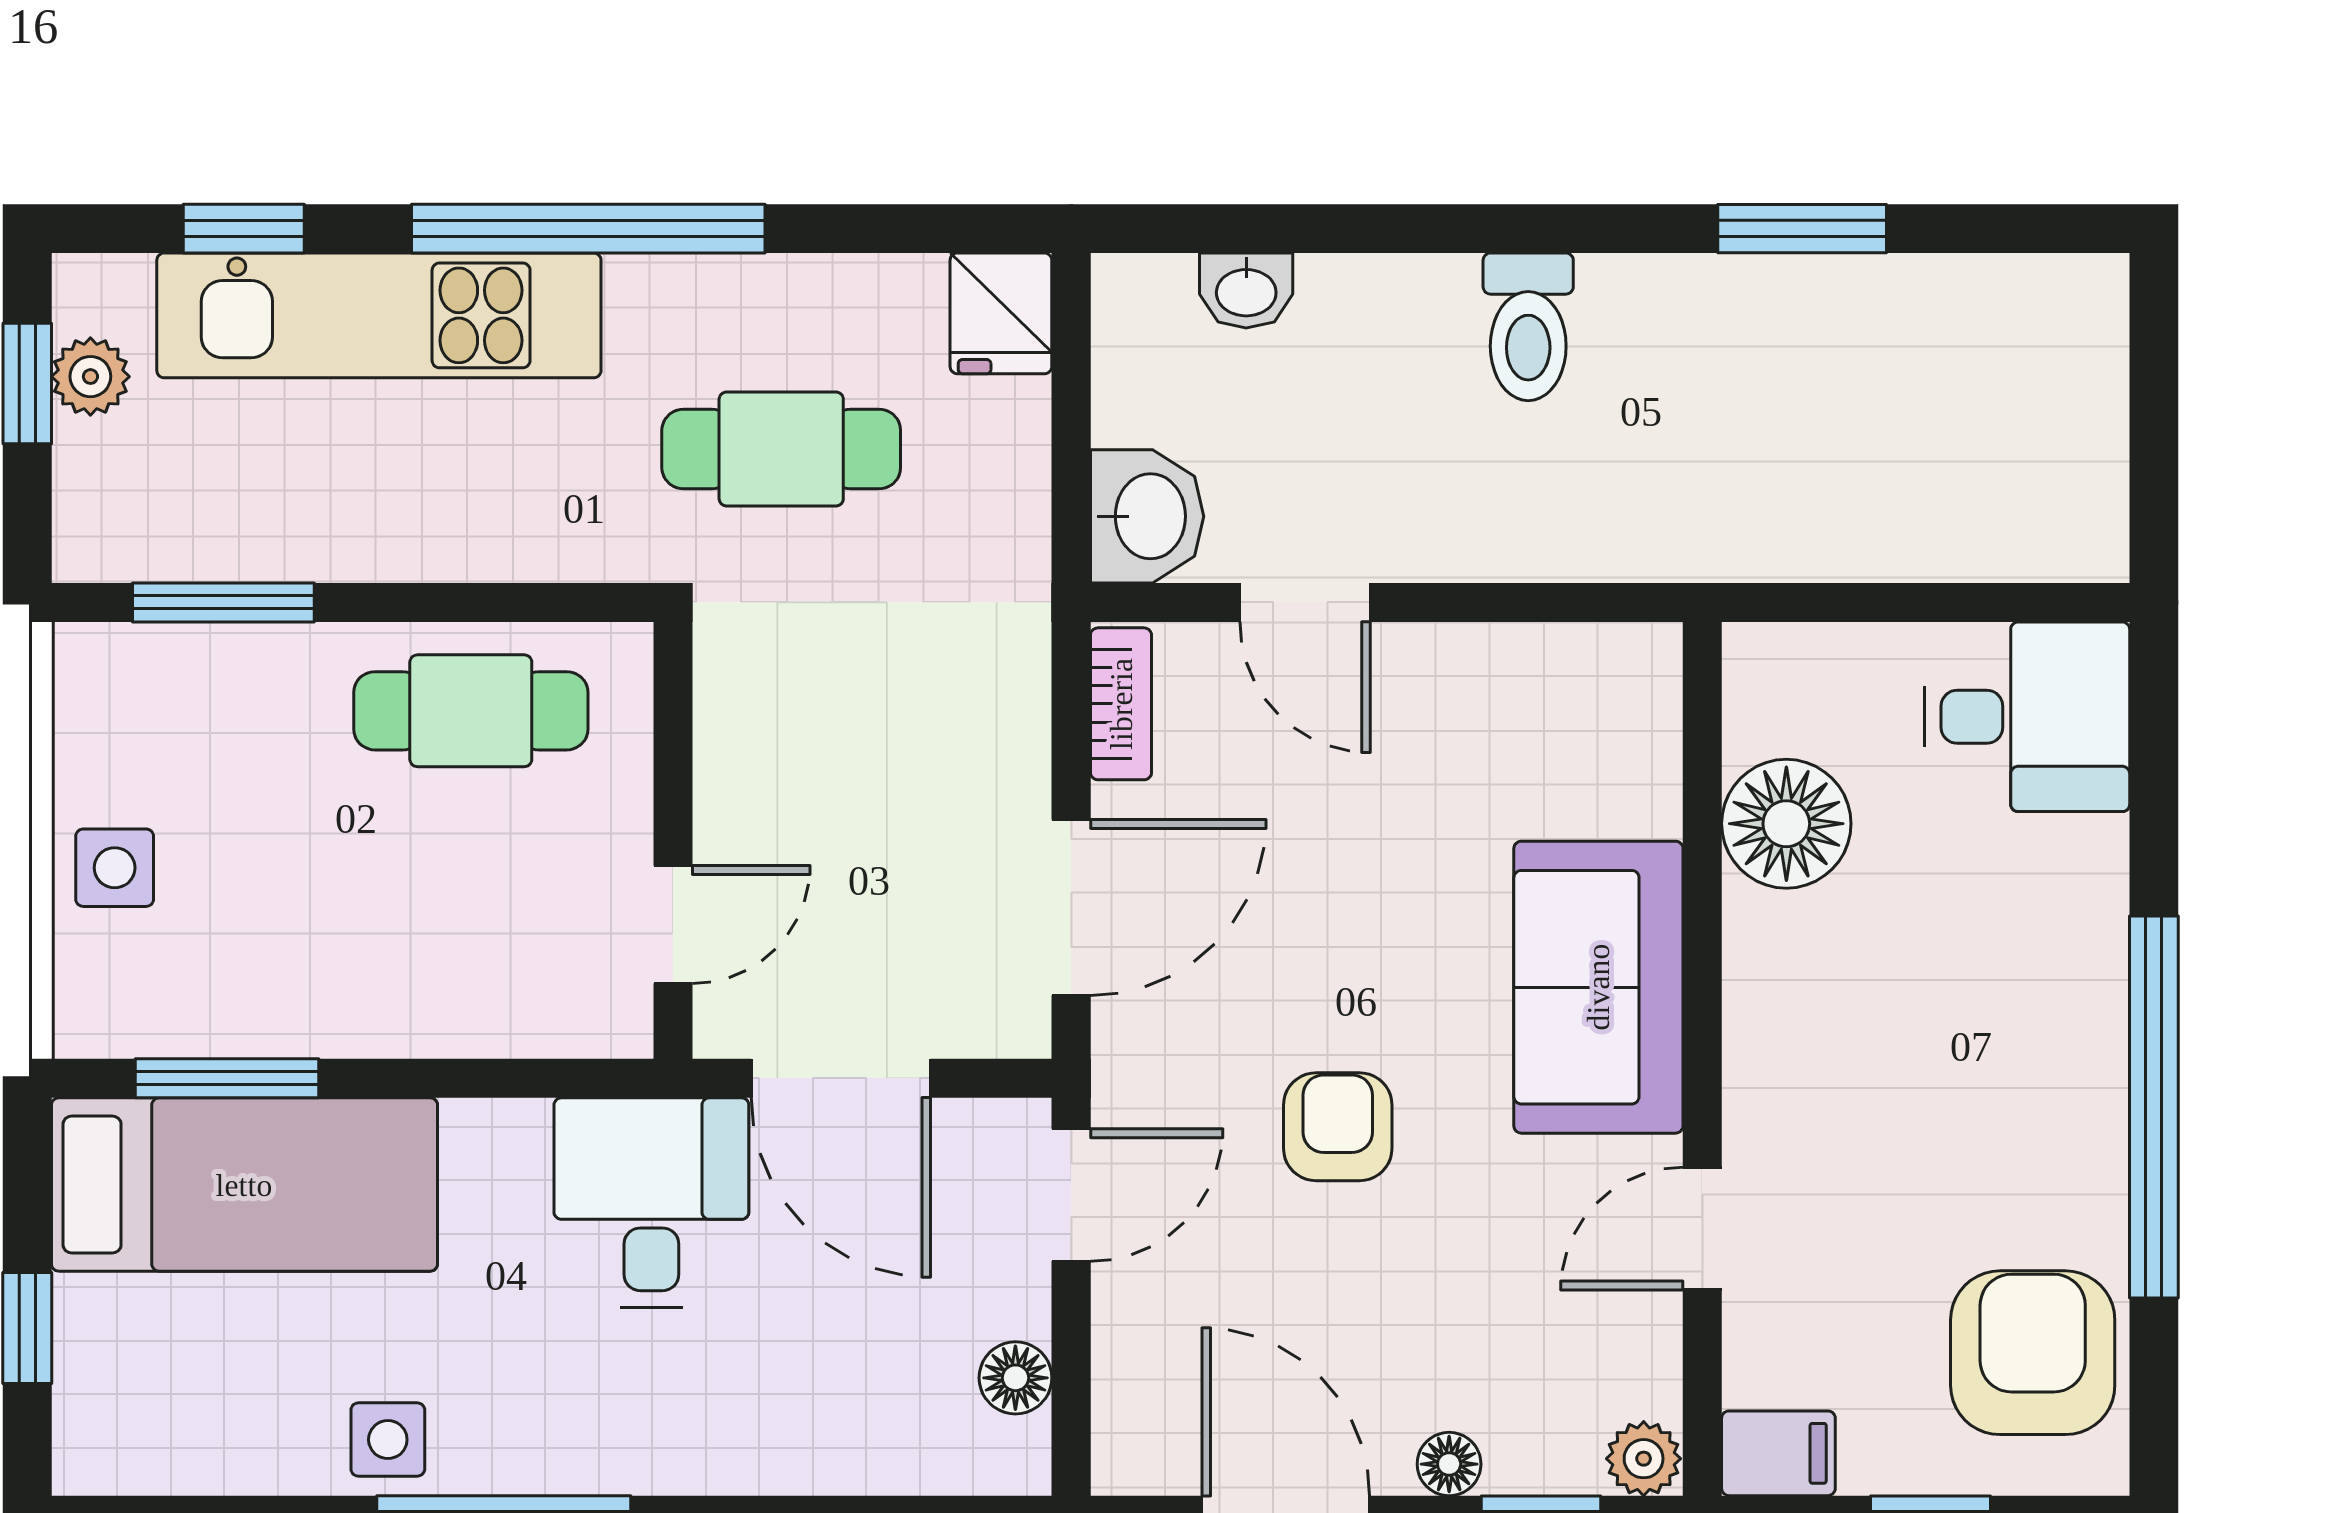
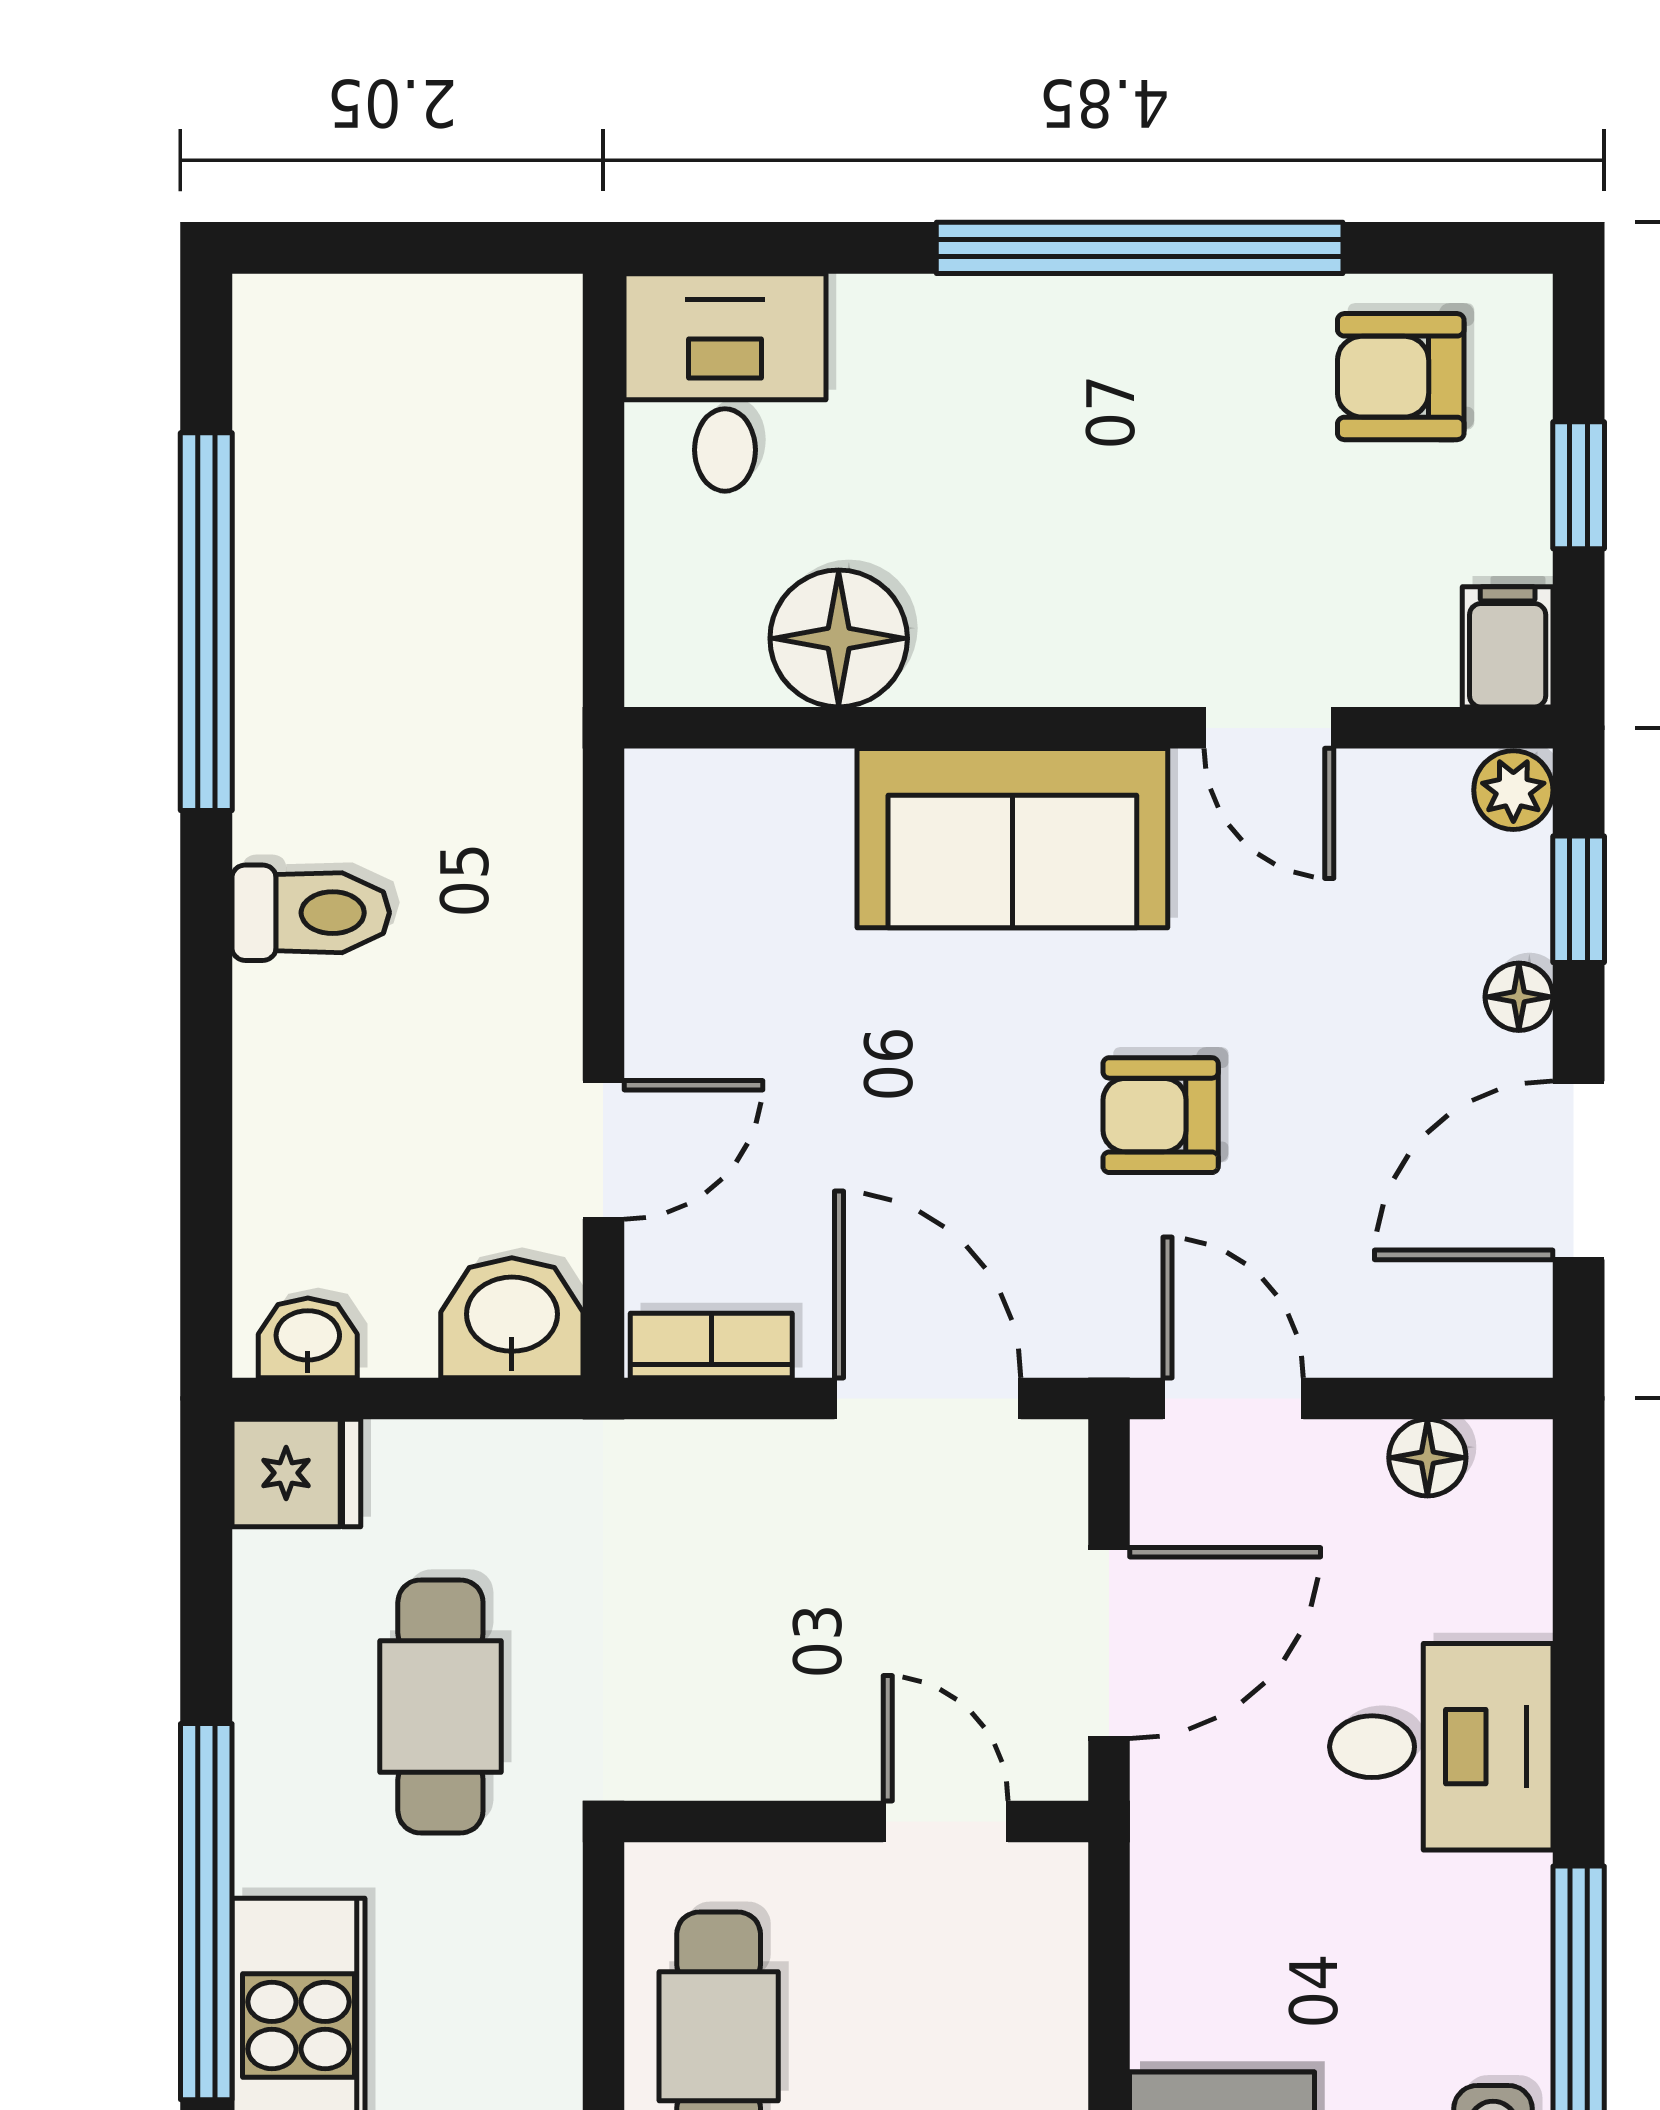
window: (1802, 229) -> (206, 622), width x2.11
washbasin: (1246, 290) -> (308, 1338), moved, turned -90
desk: (651, 1203) -> (1441, 1747), moved, turned 180
armchair: (2033, 1353) -> (1401, 377), width x0.72, depth x0.72

